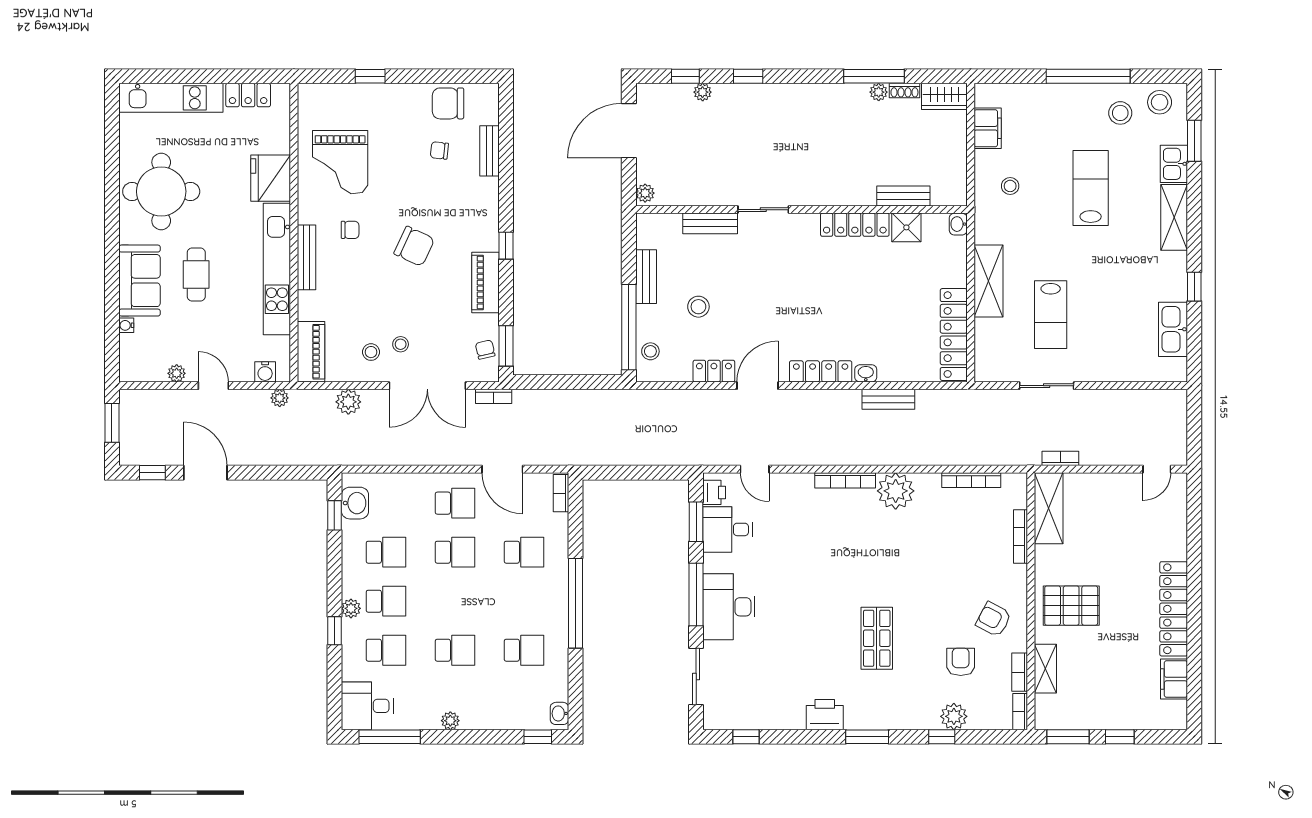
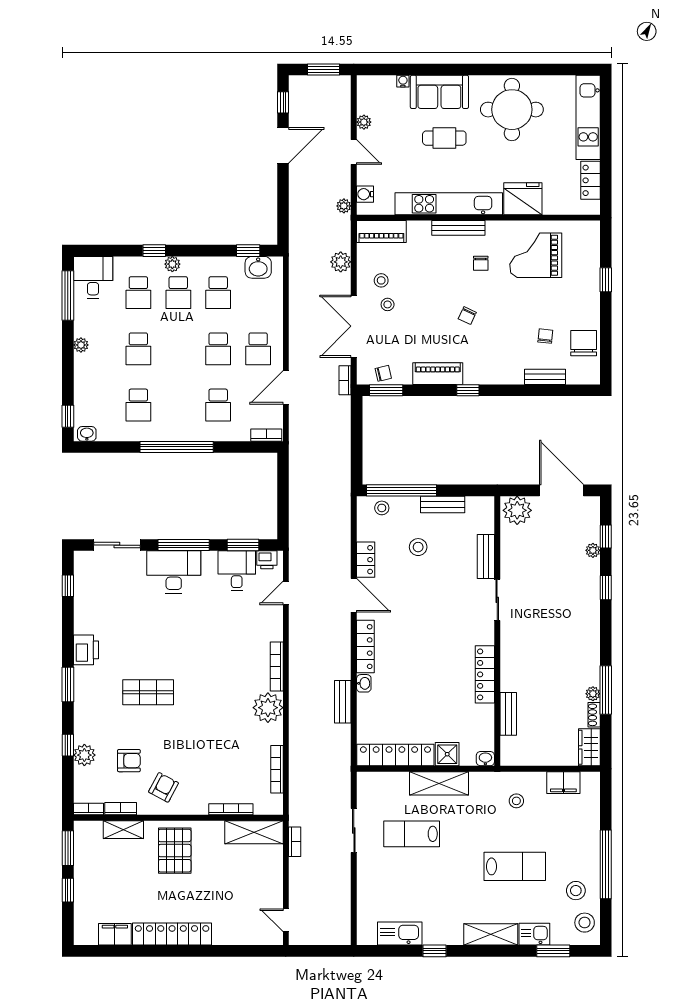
plant: (645, 193) -> (517, 510), width x1.88, depth x1.88
shower: (906, 227) -> (447, 754), moved
chair: (414, 246) -> (467, 316), width x0.54, depth x0.54
door: (213, 386) -> (354, 152), hinge flipped

